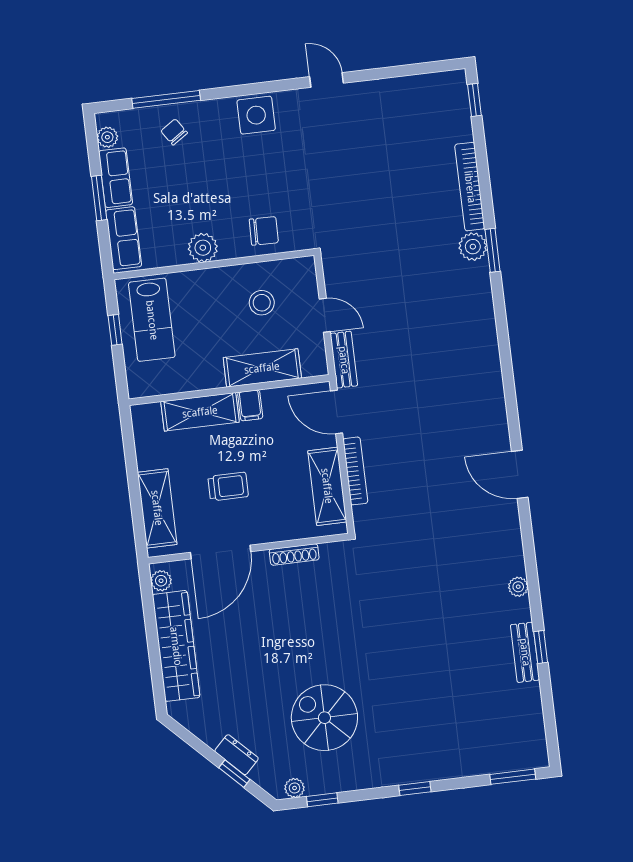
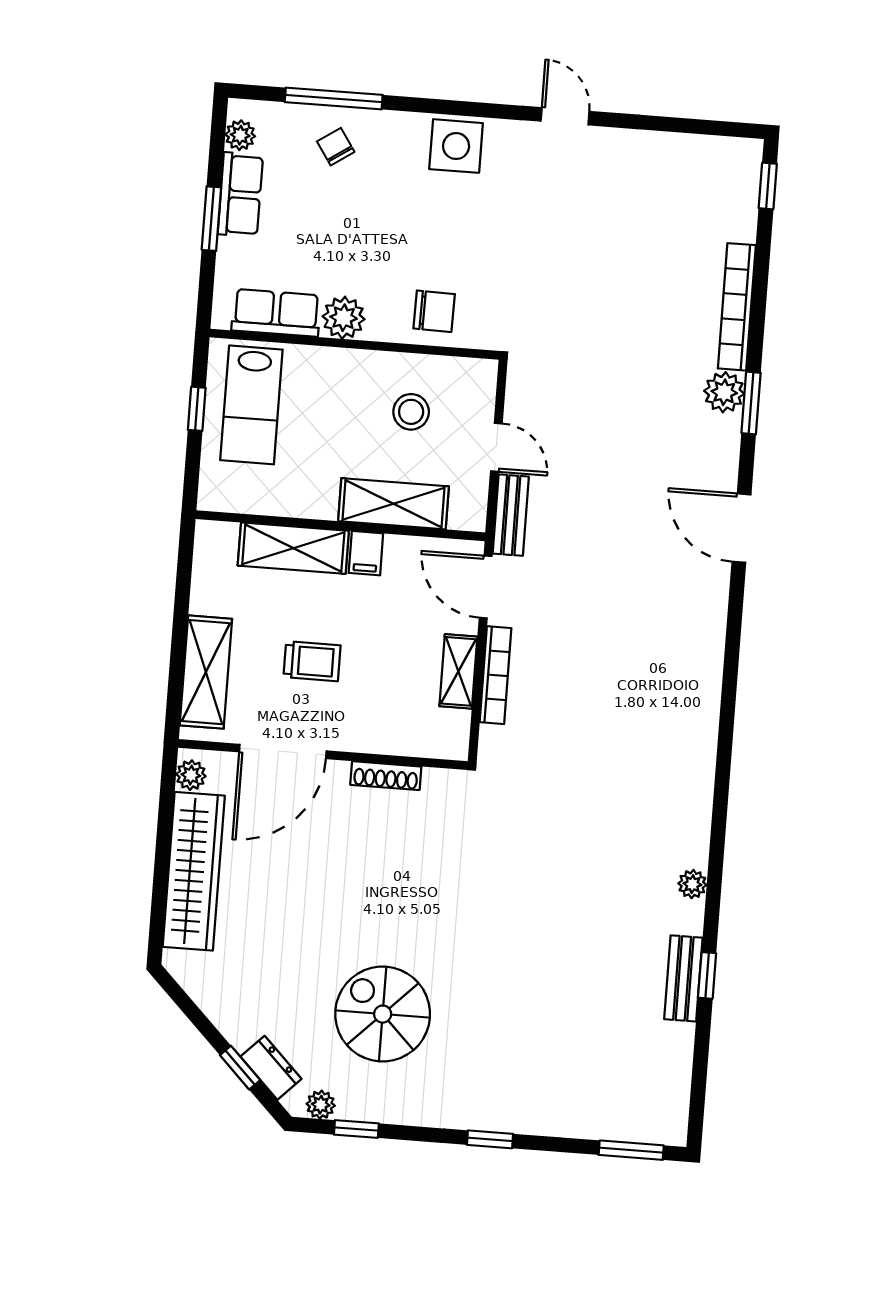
row of seats: (124, 238) -> (276, 313), moved, turned -90
door: (520, 474) -> (741, 528), moved
shelving: (327, 486) -> (458, 671), width x0.67, depth x0.75
dresser: (237, 755) -> (271, 1068), moved

